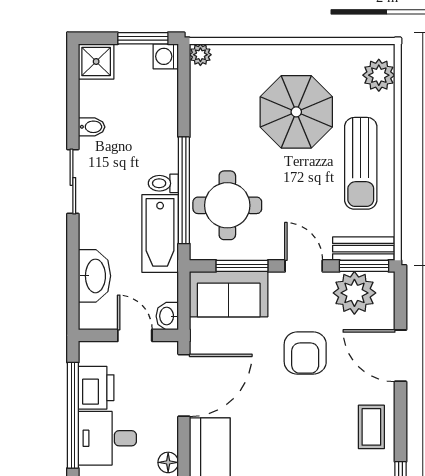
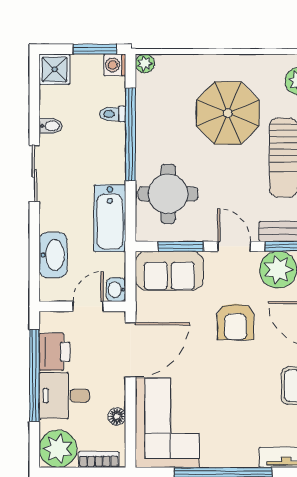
toilet: (163, 183) -> (113, 114), moved
window: (184, 190) -> (131, 134), moved
door: (135, 335) -> (88, 306), hinge flipped

